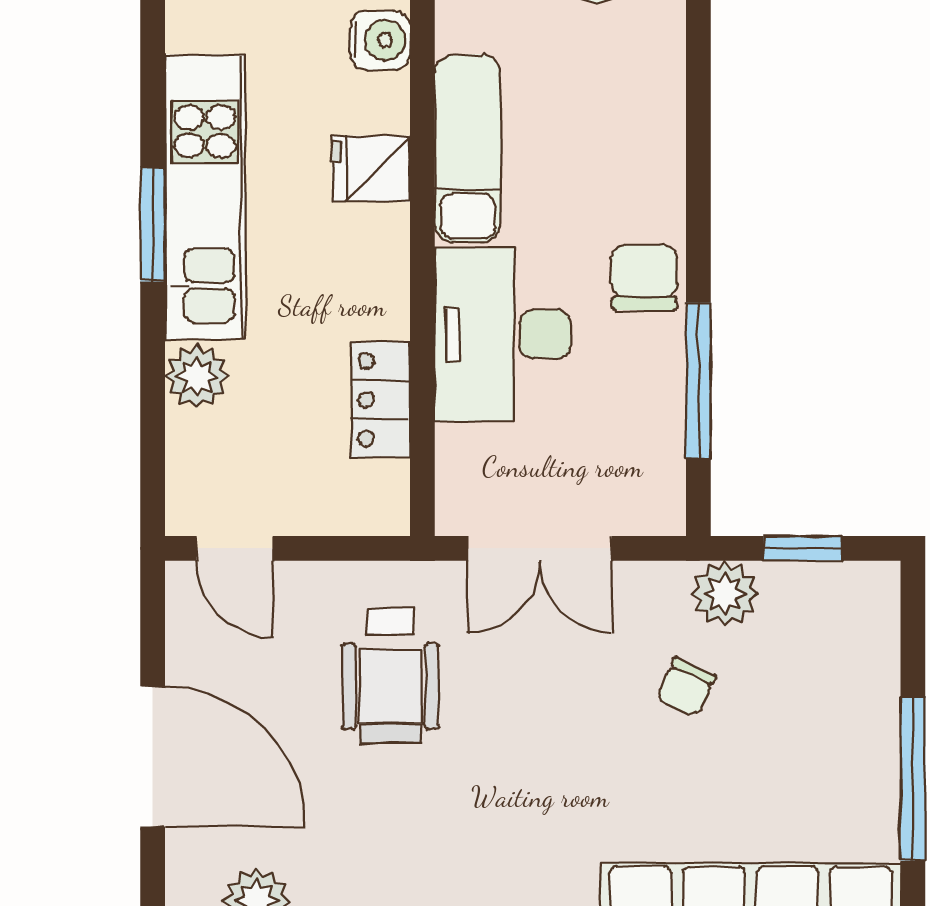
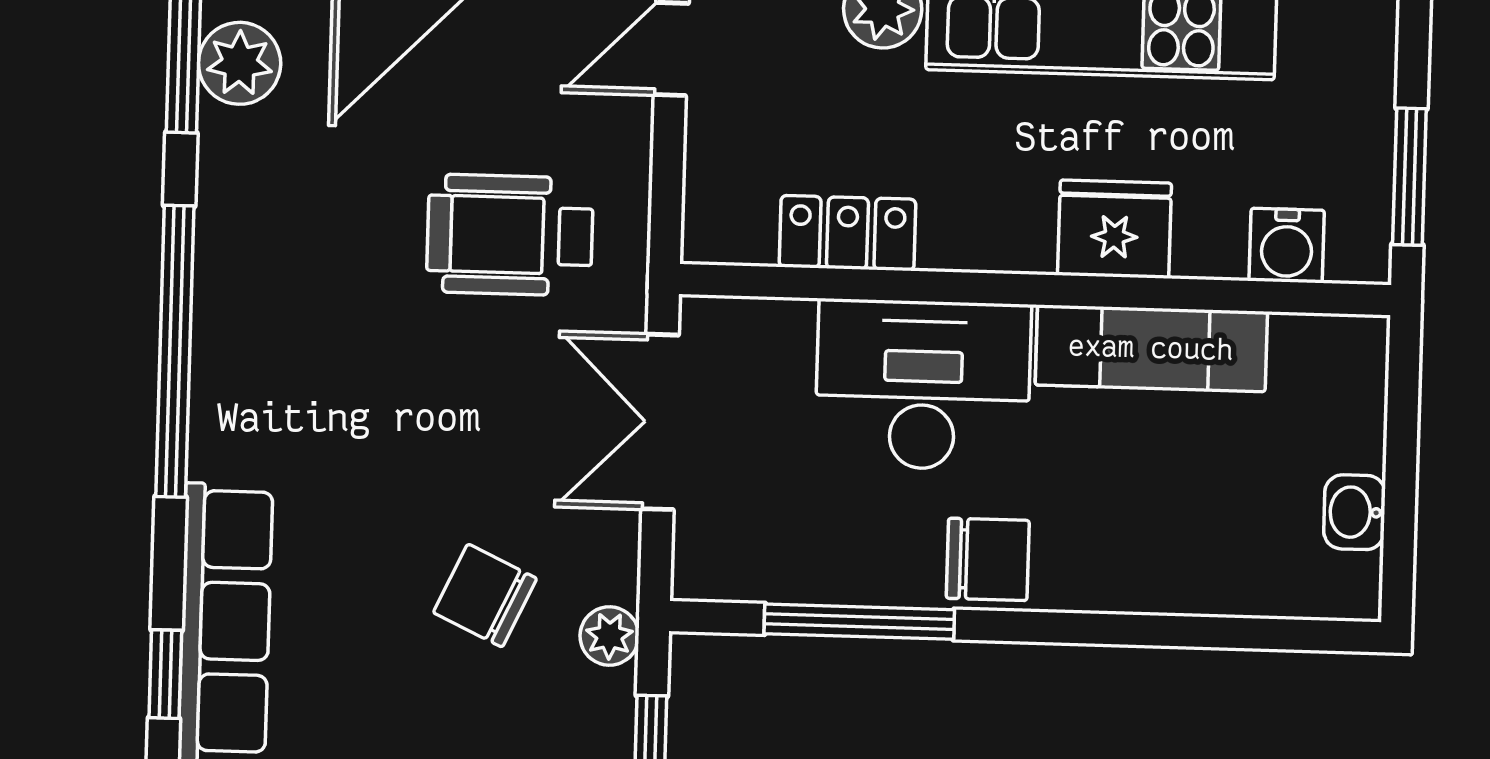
fridge: (371, 169) -> (1115, 229), width x1.38
plant: (725, 594) -> (609, 636), width x0.73, depth x0.73
chair: (686, 687) -> (485, 596), width x1.37, depth x1.37

